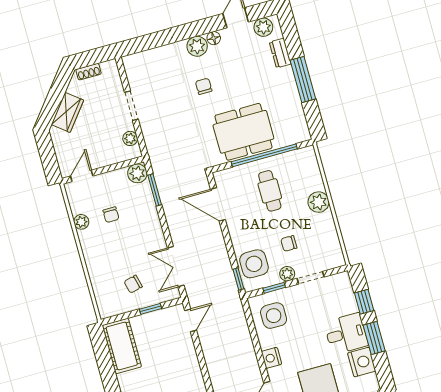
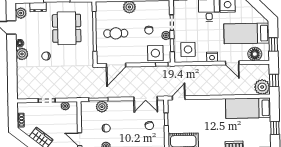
dining table: (243, 132) -> (67, 28), moved
plant: (137, 173) -> (102, 107), moved
door: (191, 320) -> (179, 98), hinge flipped

